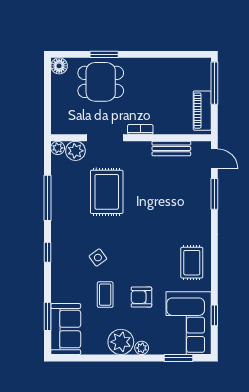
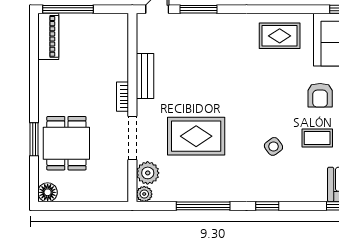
piano: (202, 111) -> (48, 36), moved, turned -90
bench: (171, 148) -> (145, 76), moved

